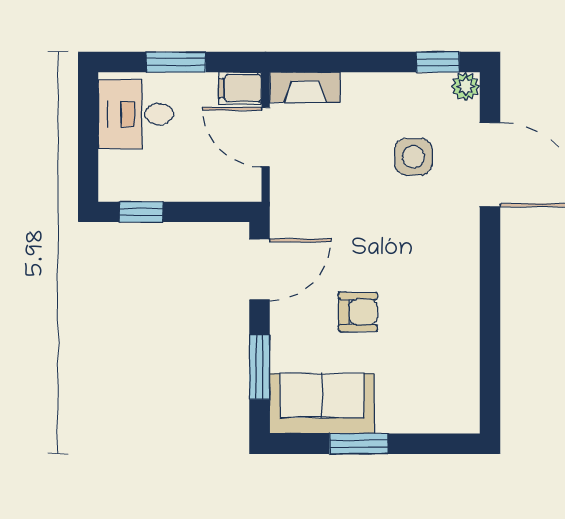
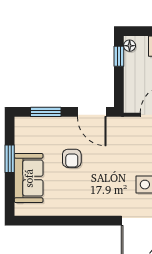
floor lamp: (119, 189) -> (130, 46), added
sofa: (322, 403) -> (29, 178), moved

